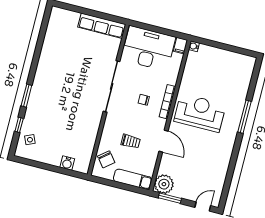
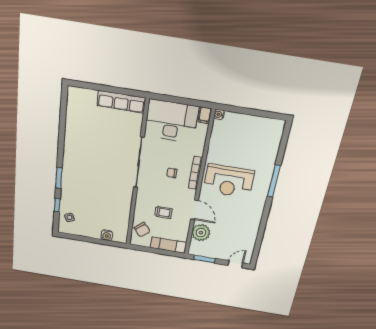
reception desk: (200, 113) -> (229, 181), turned 180
plant: (164, 184) -> (201, 233), moved

